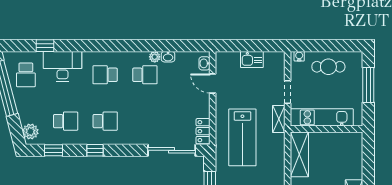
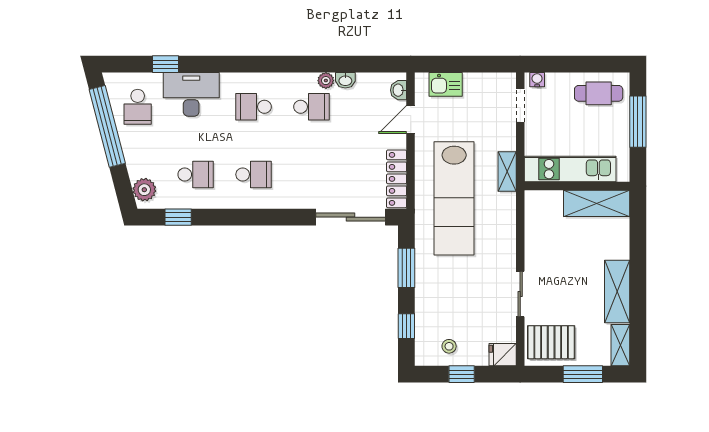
kitchen sink: (252, 59) -> (446, 84), moved
cafe table: (328, 67) -> (599, 93), moved
door: (213, 83) -> (411, 119), hinge flipped
doorway: (288, 92) -> (520, 105), moved
locker: (203, 131) -> (397, 179), width x1.53
lab bench: (242, 137) -> (454, 198), width x1.36
window: (95, 150) -> (239, 217), removed
shelving: (299, 154) -> (597, 203), moved, turned 90

